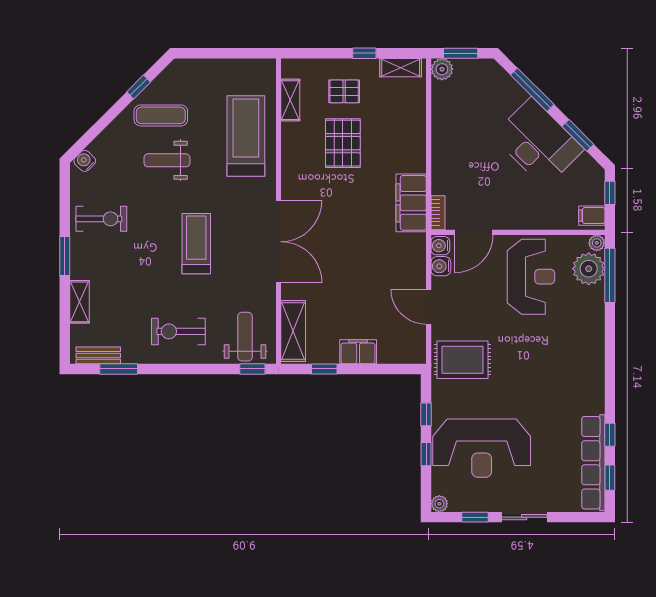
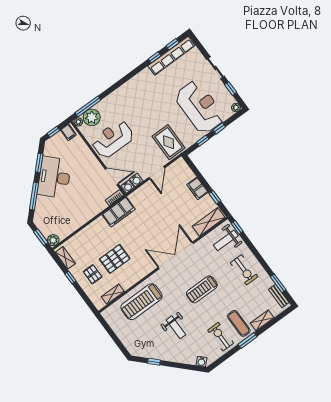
exercise mat: (161, 115) -> (239, 323), moved

